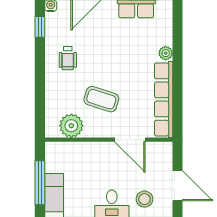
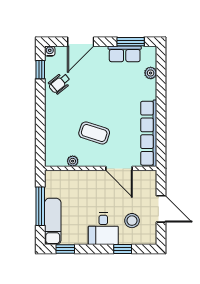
plant: (166, 53) -> (151, 73), moved
wheelchair: (68, 58) -> (60, 83), moved, turned 51
plant: (71, 126) -> (73, 161), width x0.53, depth x0.53

